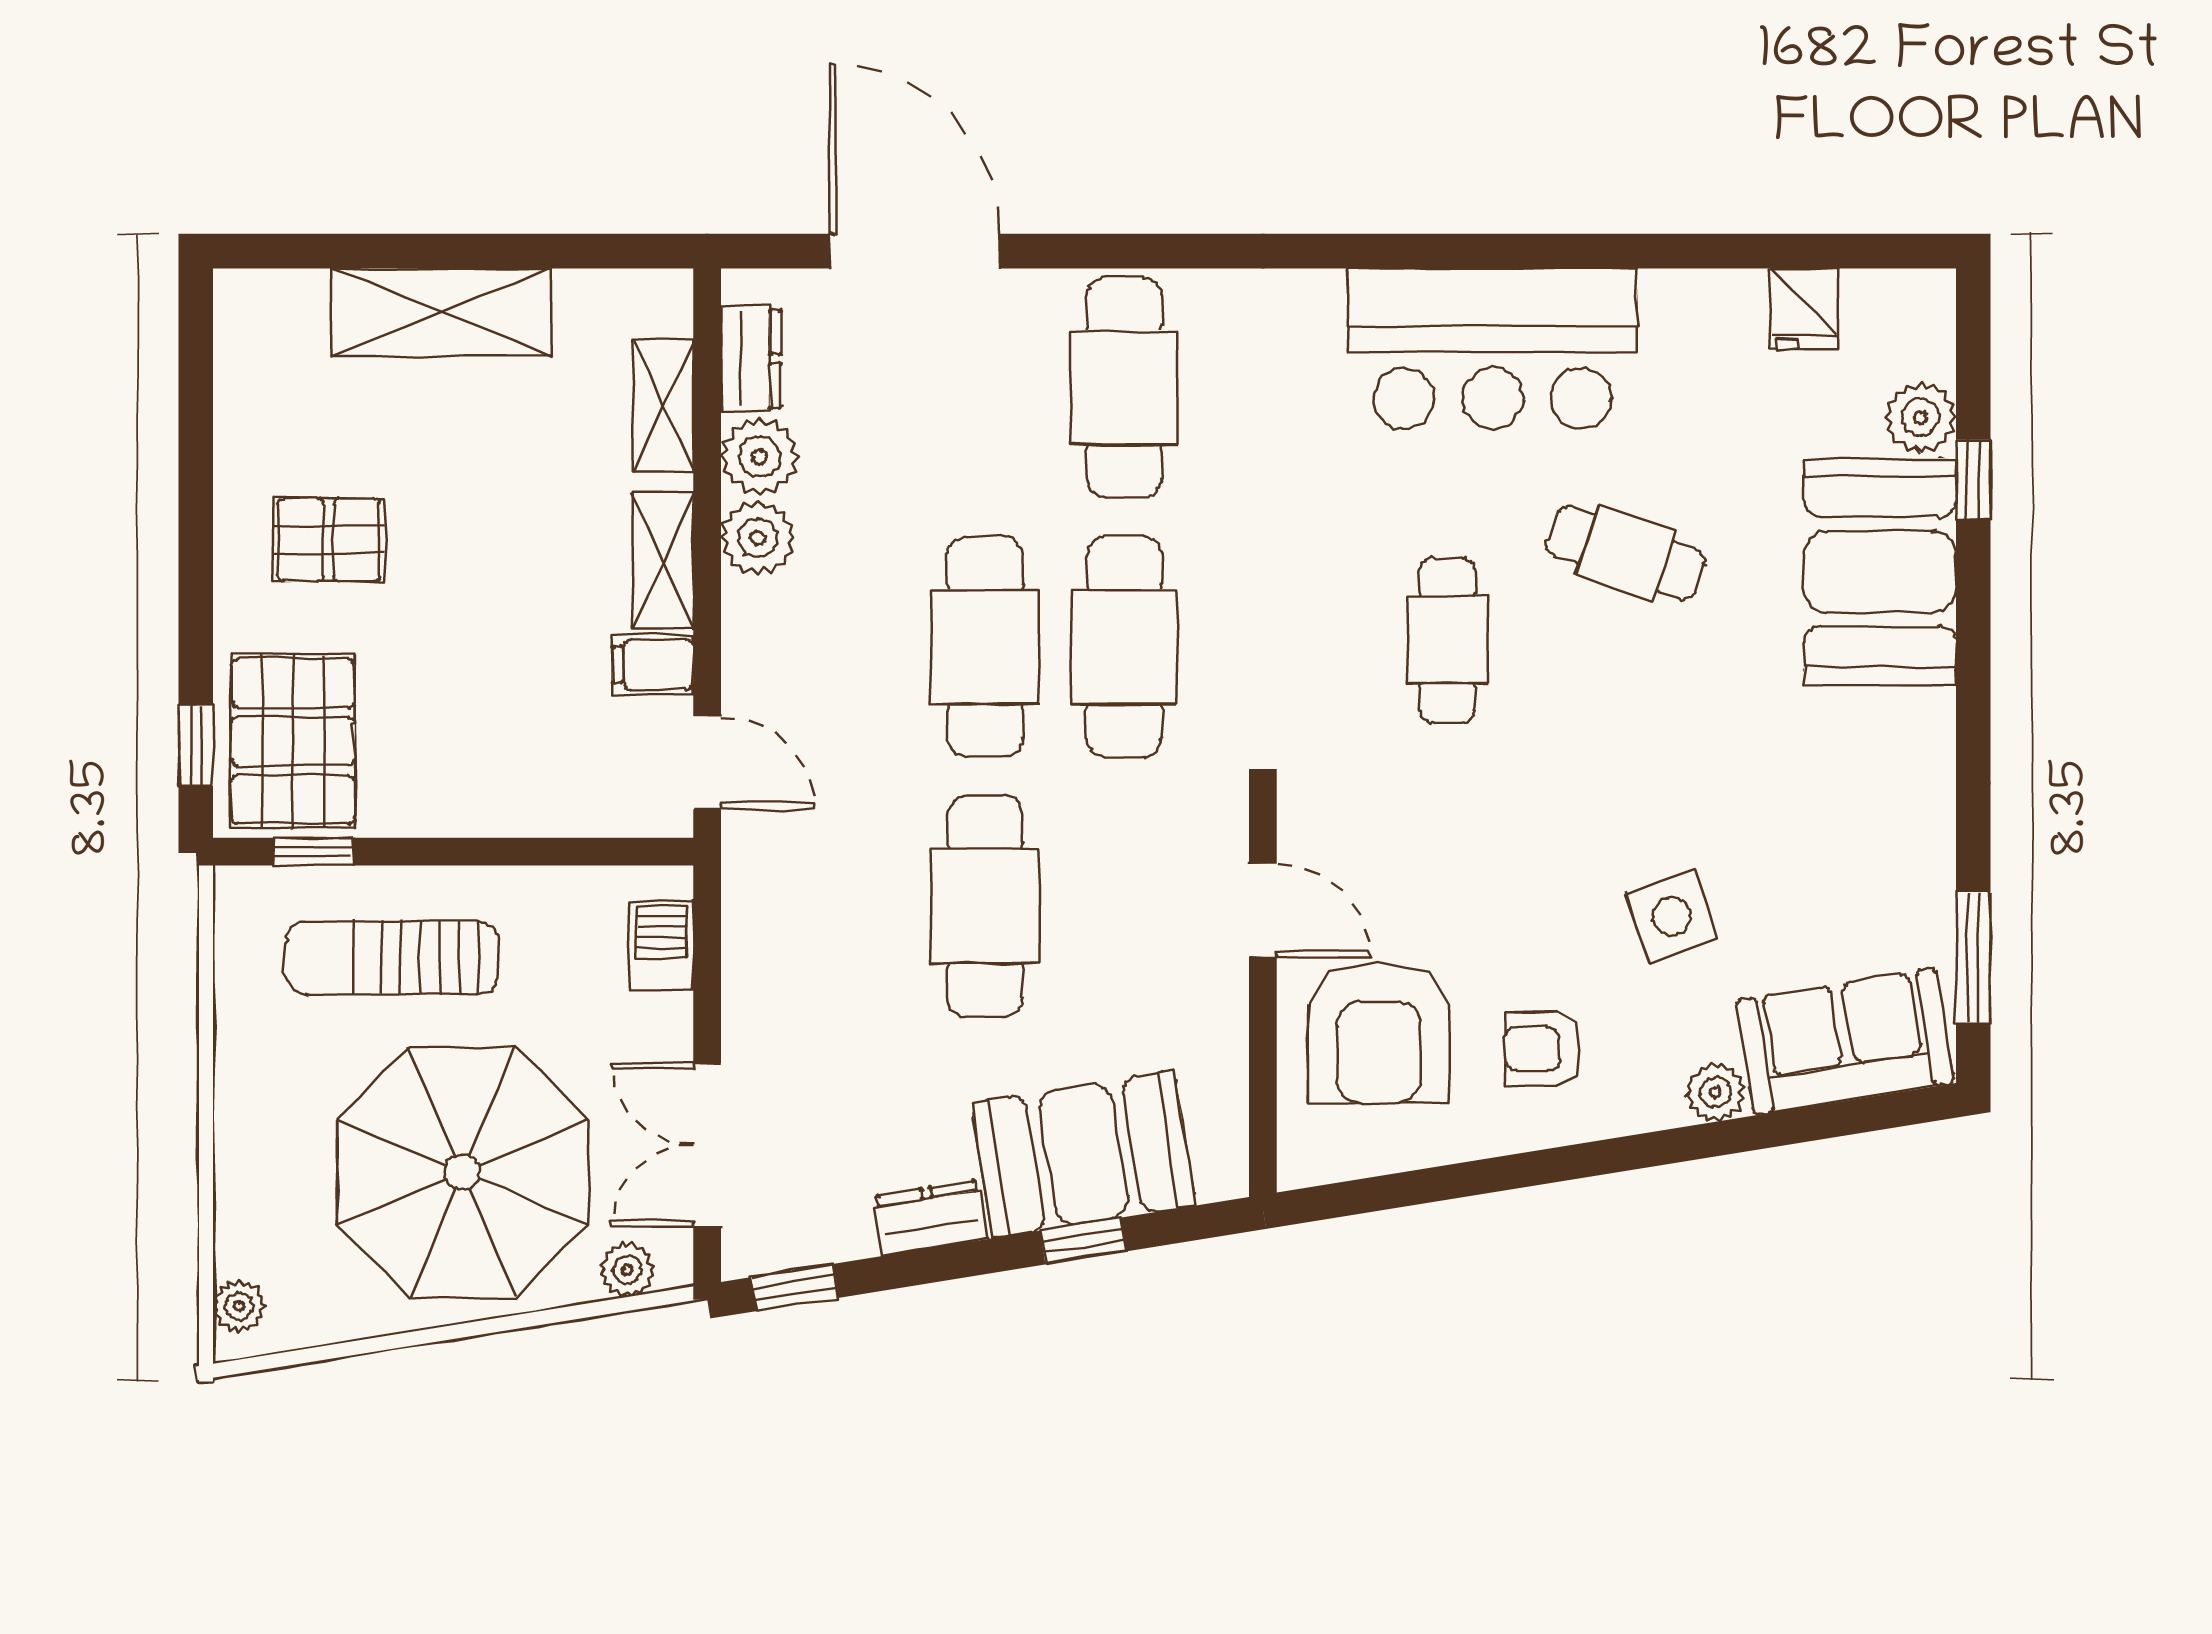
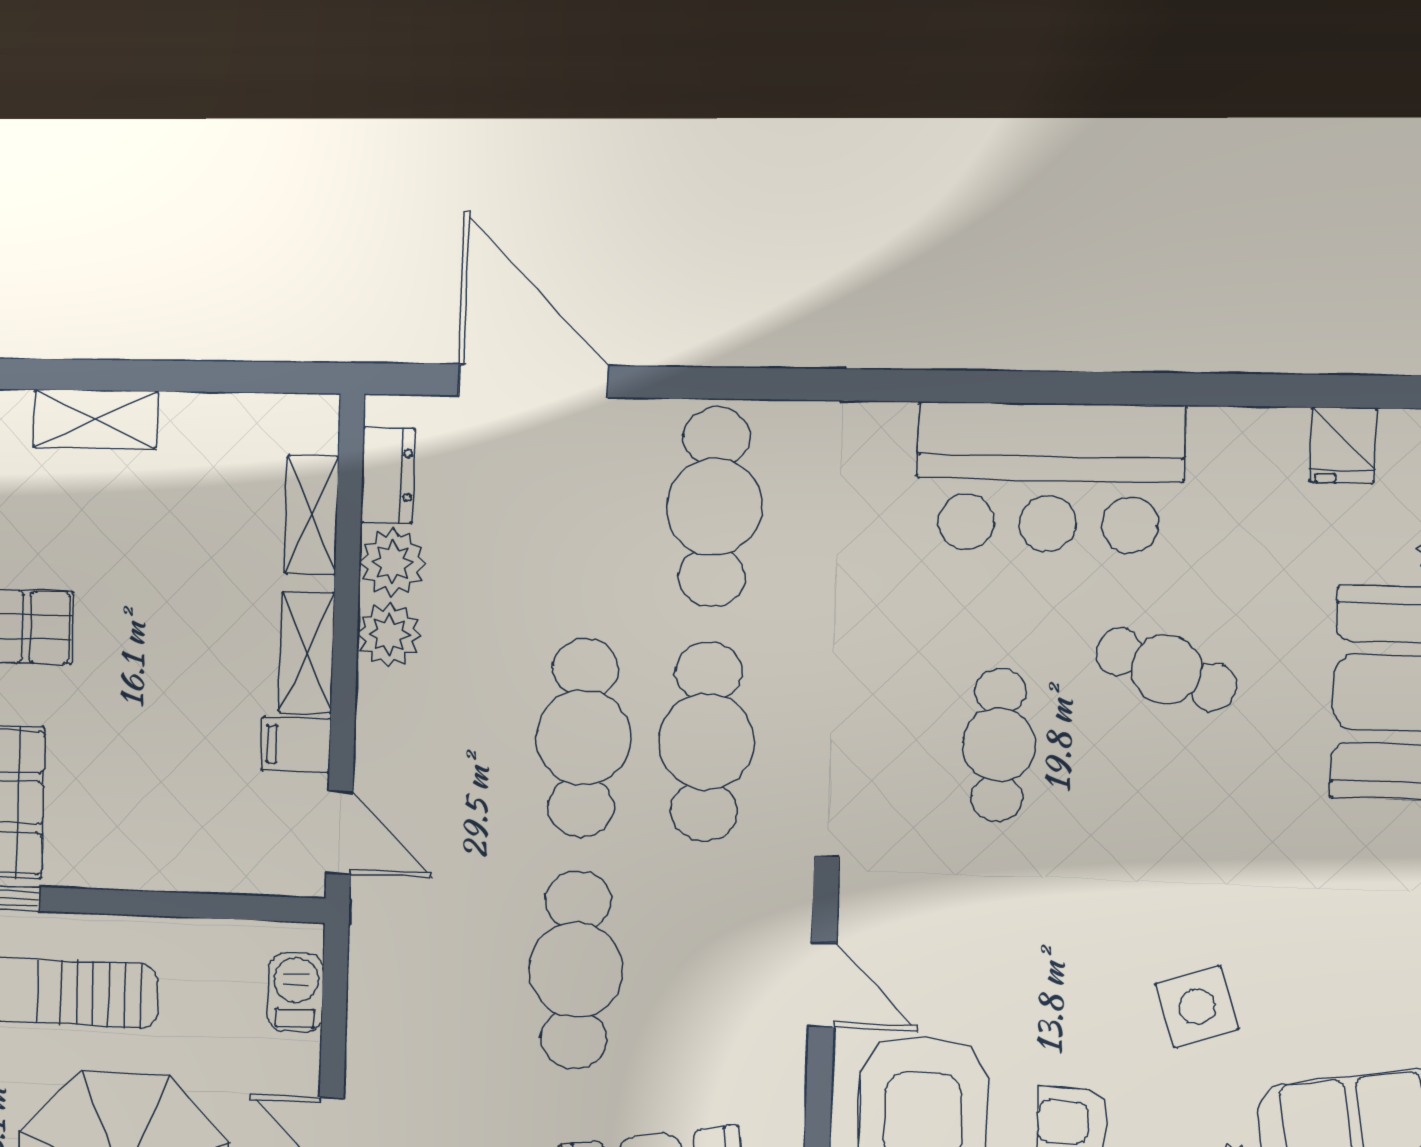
shelving: (442, 312) -> (96, 419), width x0.67, depth x0.75

